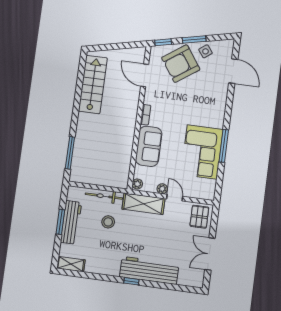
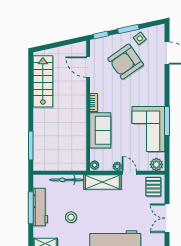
armchair: (181, 64) -> (126, 62), moved
plant: (206, 192) -> (156, 164), added
window: (60, 222) -> (31, 208), width x1.44
stool: (108, 222) -> (71, 217), moved

